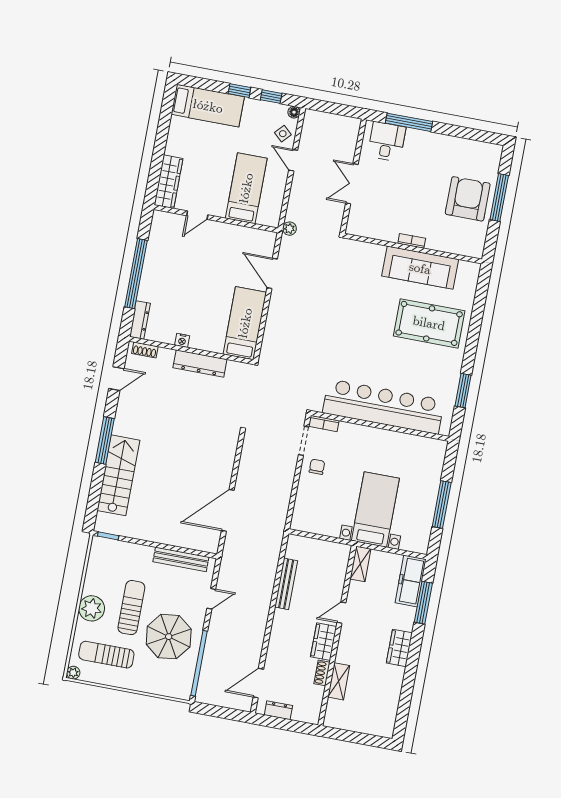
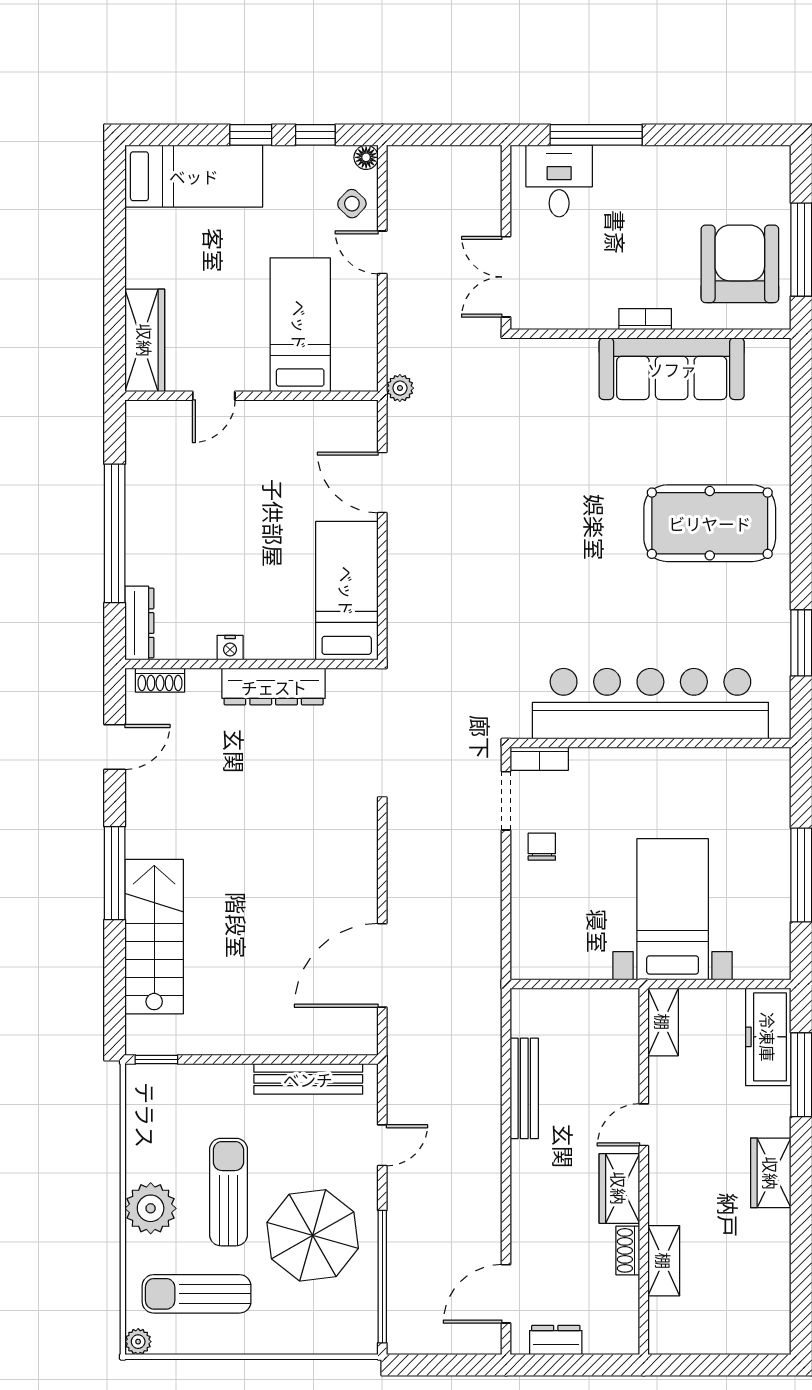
bookcase: (412, 241) -> (645, 319), moved
wall: (413, 249) -> (651, 334), moved
sofa: (420, 268) -> (672, 369), moved

